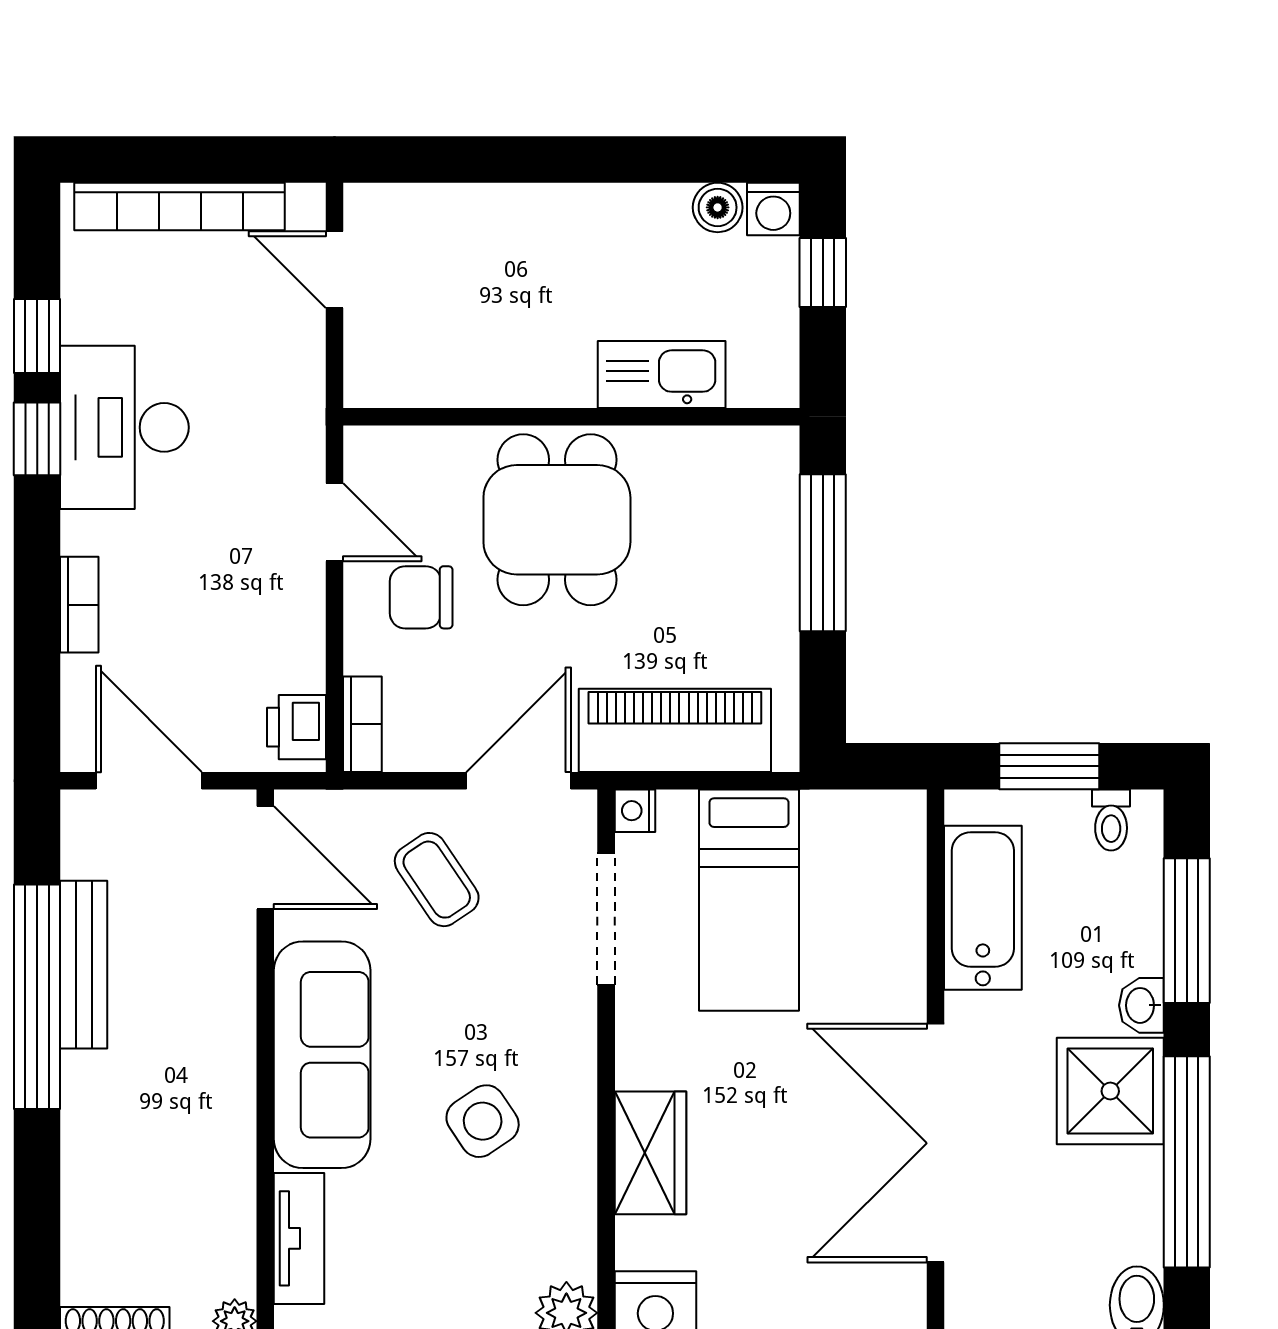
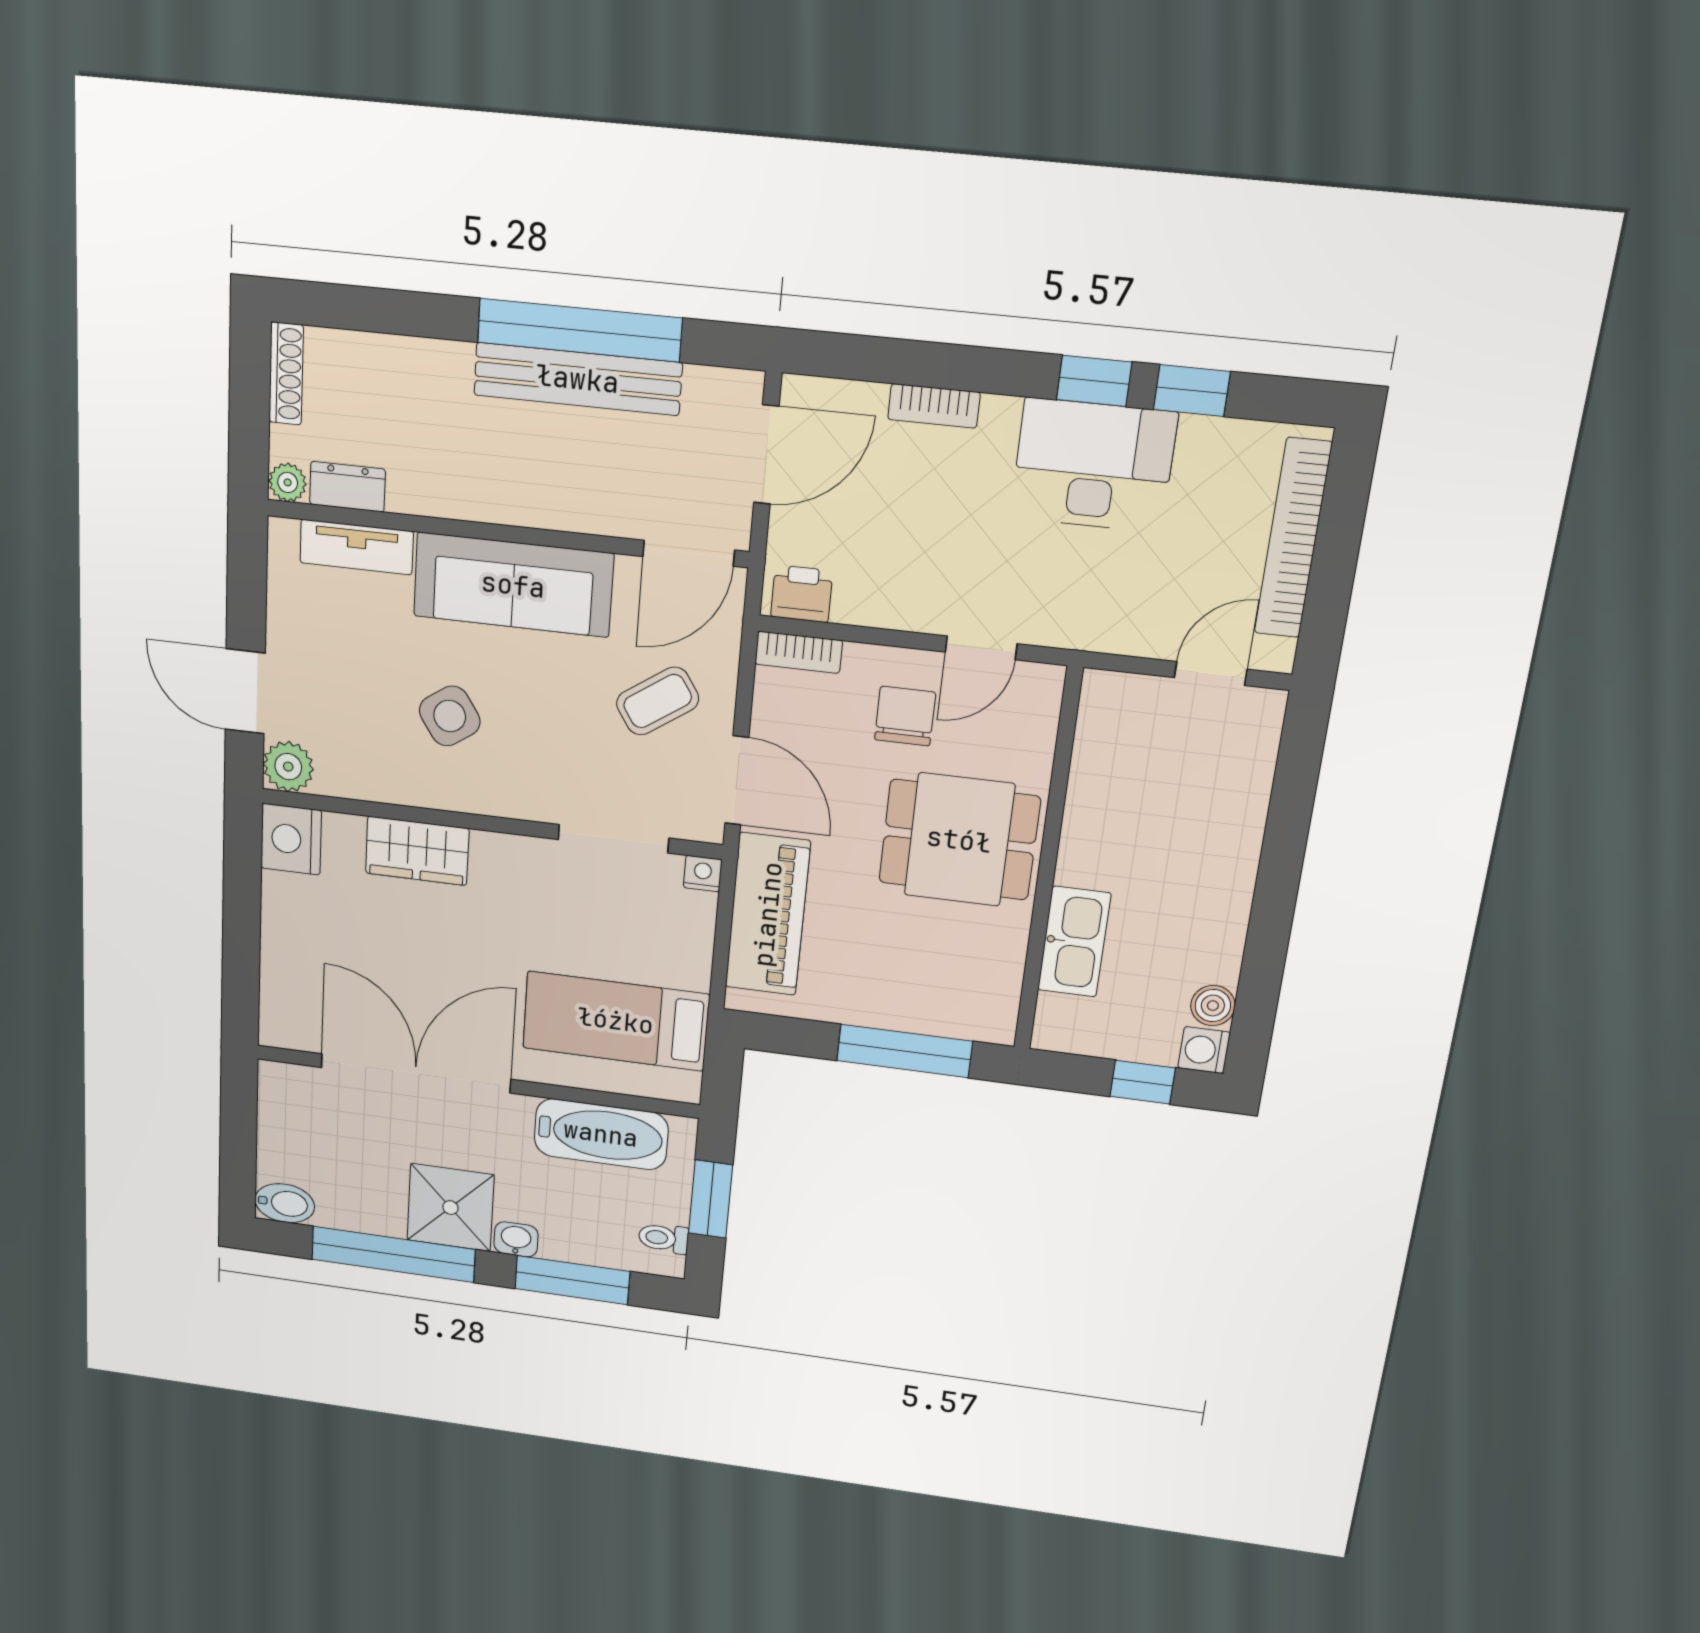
bed: (749, 900) -> (616, 1021), moved
bench: (84, 965) -> (578, 379), width x1.37, depth x1.21
dresser: (232, 1251) -> (347, 487), added

